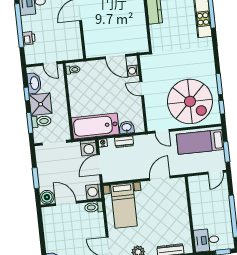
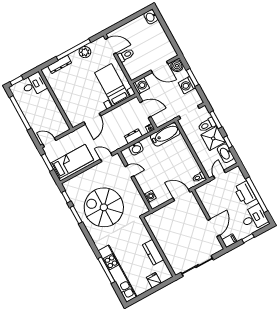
printer: (29, 38) -> (245, 193), width x1.87, depth x1.48
door: (115, 57) -> (182, 195), moved
door: (50, 64) -> (219, 174), hinge flipped
door: (142, 89) -> (129, 171), moved
spiral stairs: (190, 101) -> (104, 207), moved
bathtub: (95, 126) -> (165, 134), width x0.73, depth x0.73
washing machine: (89, 148) -> (187, 85), moved, turned -90
door: (99, 165) -> (145, 109), hinge flipped
door: (216, 172) -> (49, 142), hinge flipped
toilet: (94, 207) -> (126, 55), moved

